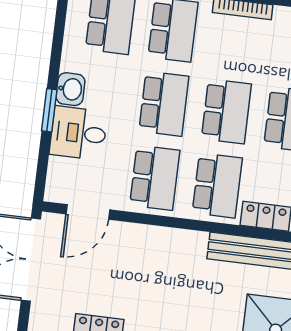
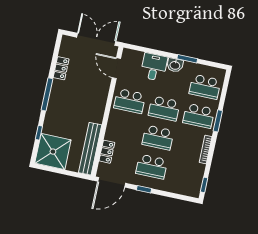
window: (49, 110) -> (187, 59), moved
school desk: (217, 185) -> (123, 130), removed

